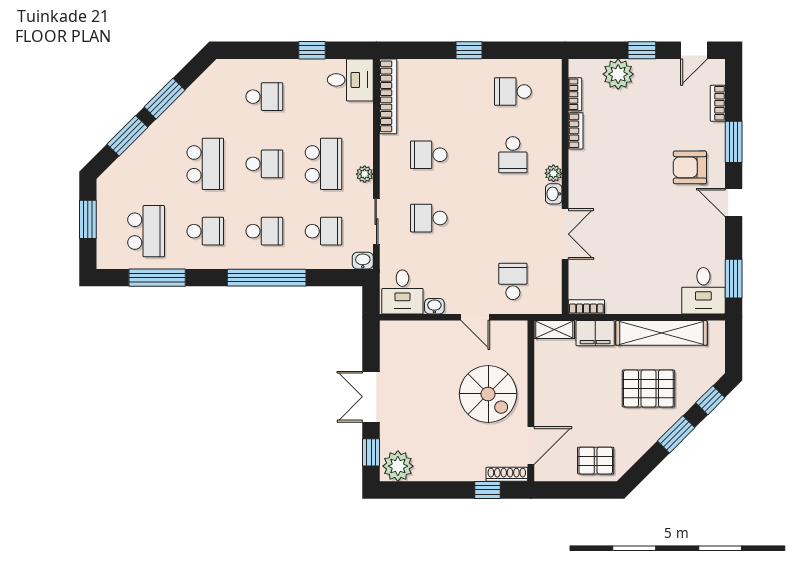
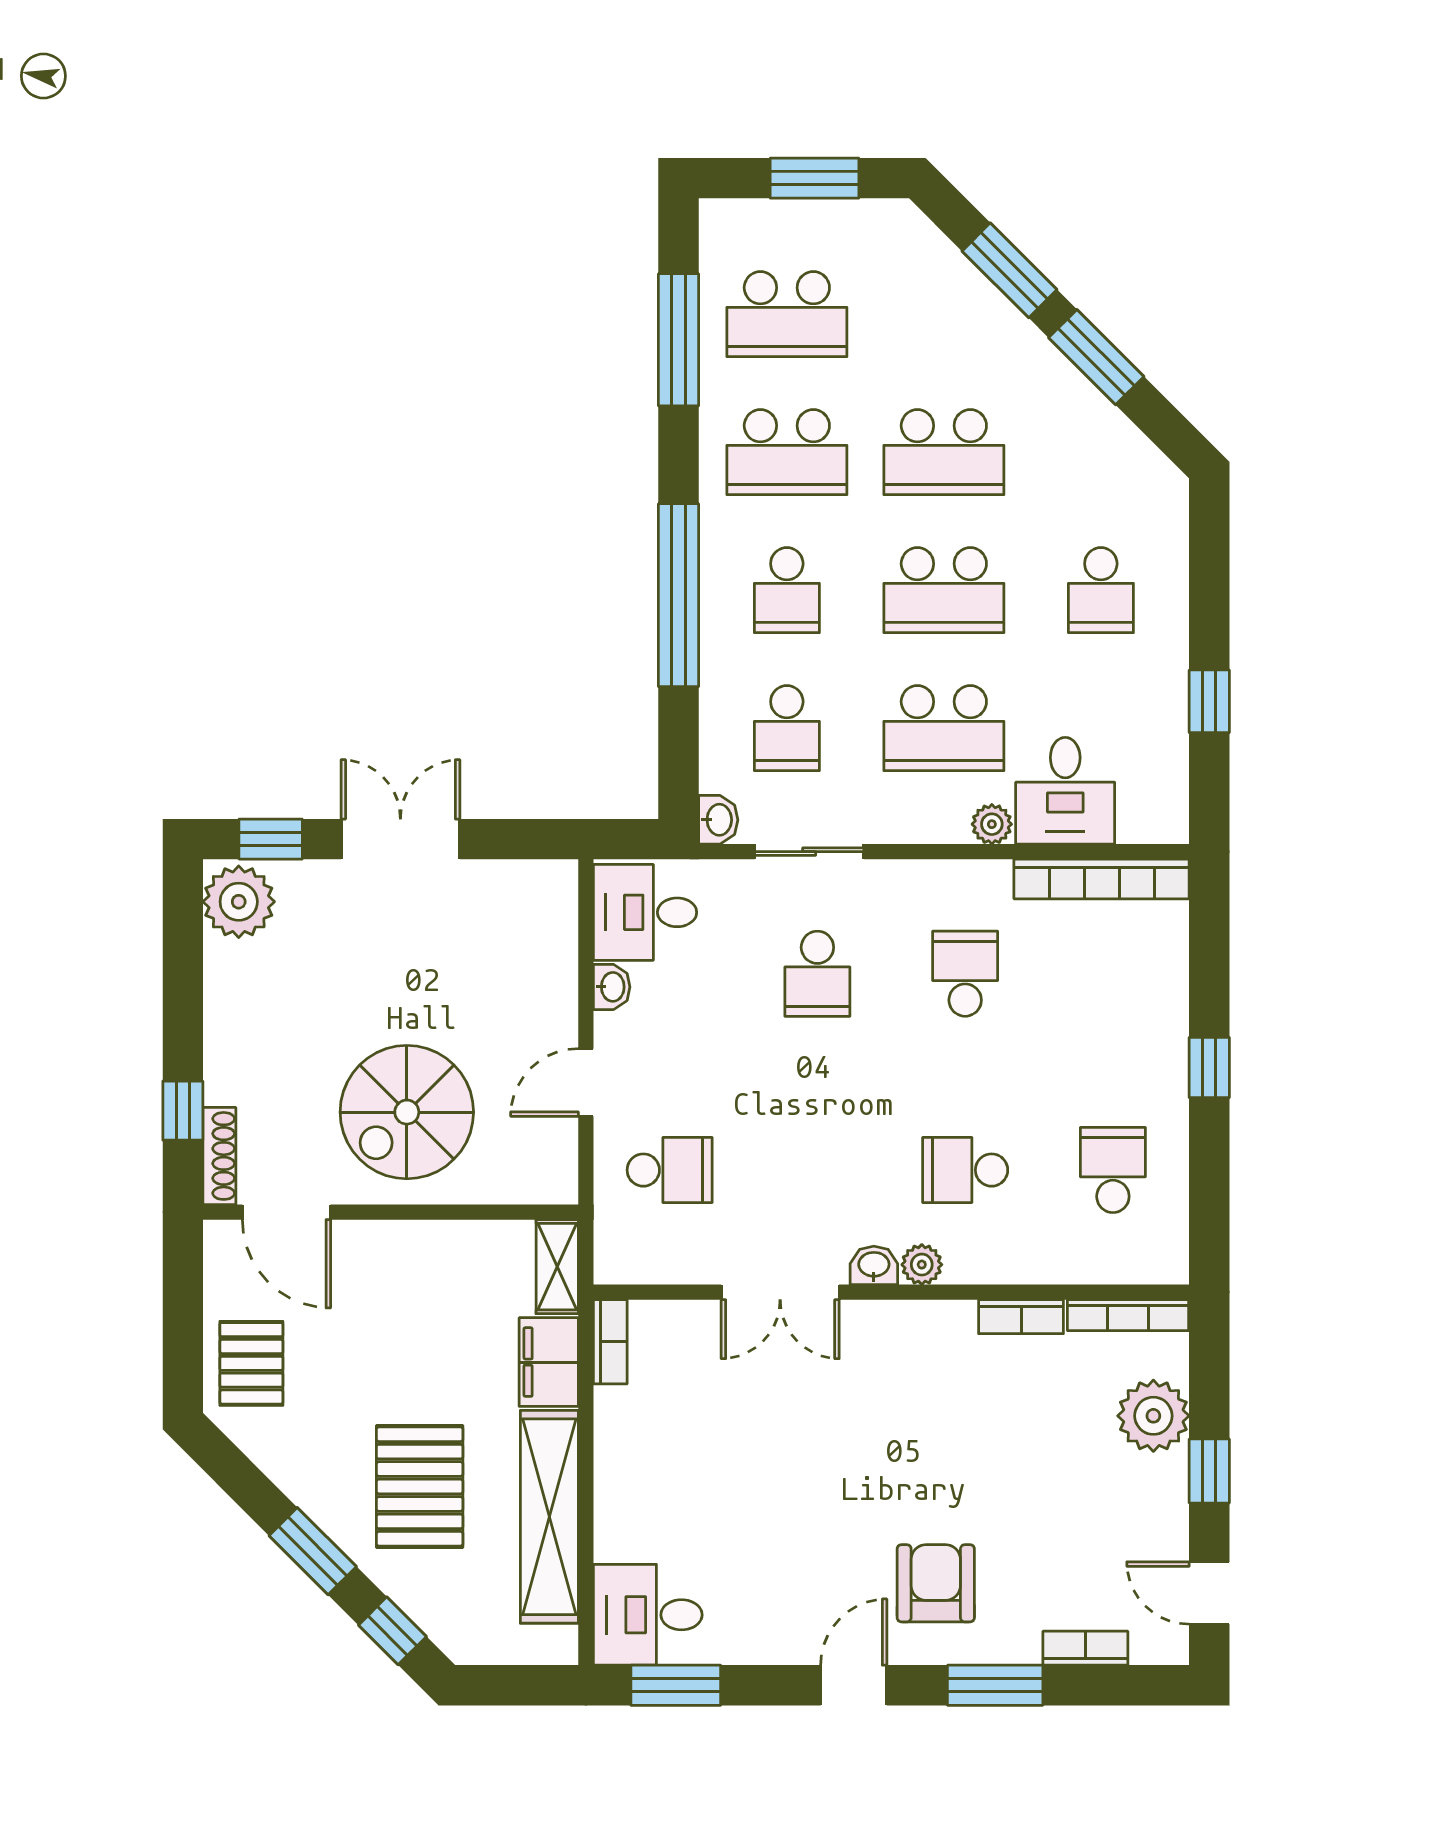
desk: (350, 80) -> (1065, 791), moved
bookcase: (575, 94) -> (1128, 1315), width x1.56
school desk: (264, 164) -> (944, 590), width x1.85
plant: (365, 174) -> (992, 824), moved
school desk: (429, 218) -> (817, 974), turned 180
school desk: (205, 231) -> (787, 452), width x1.85

